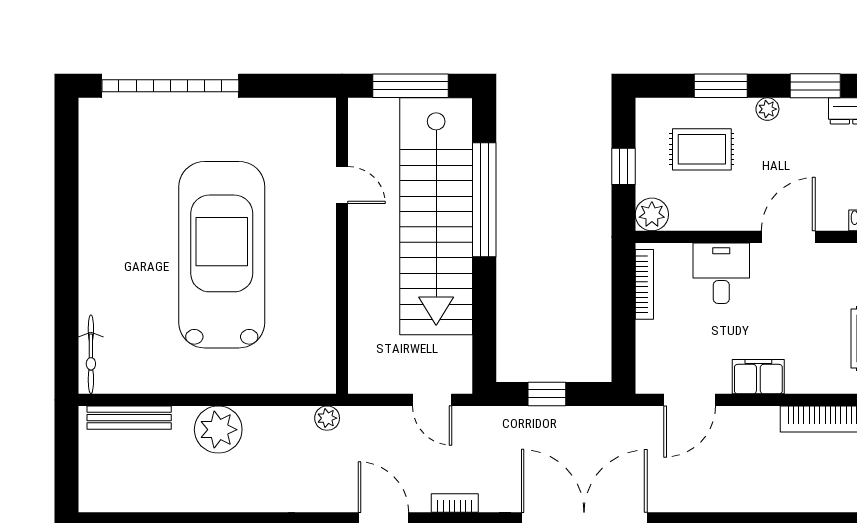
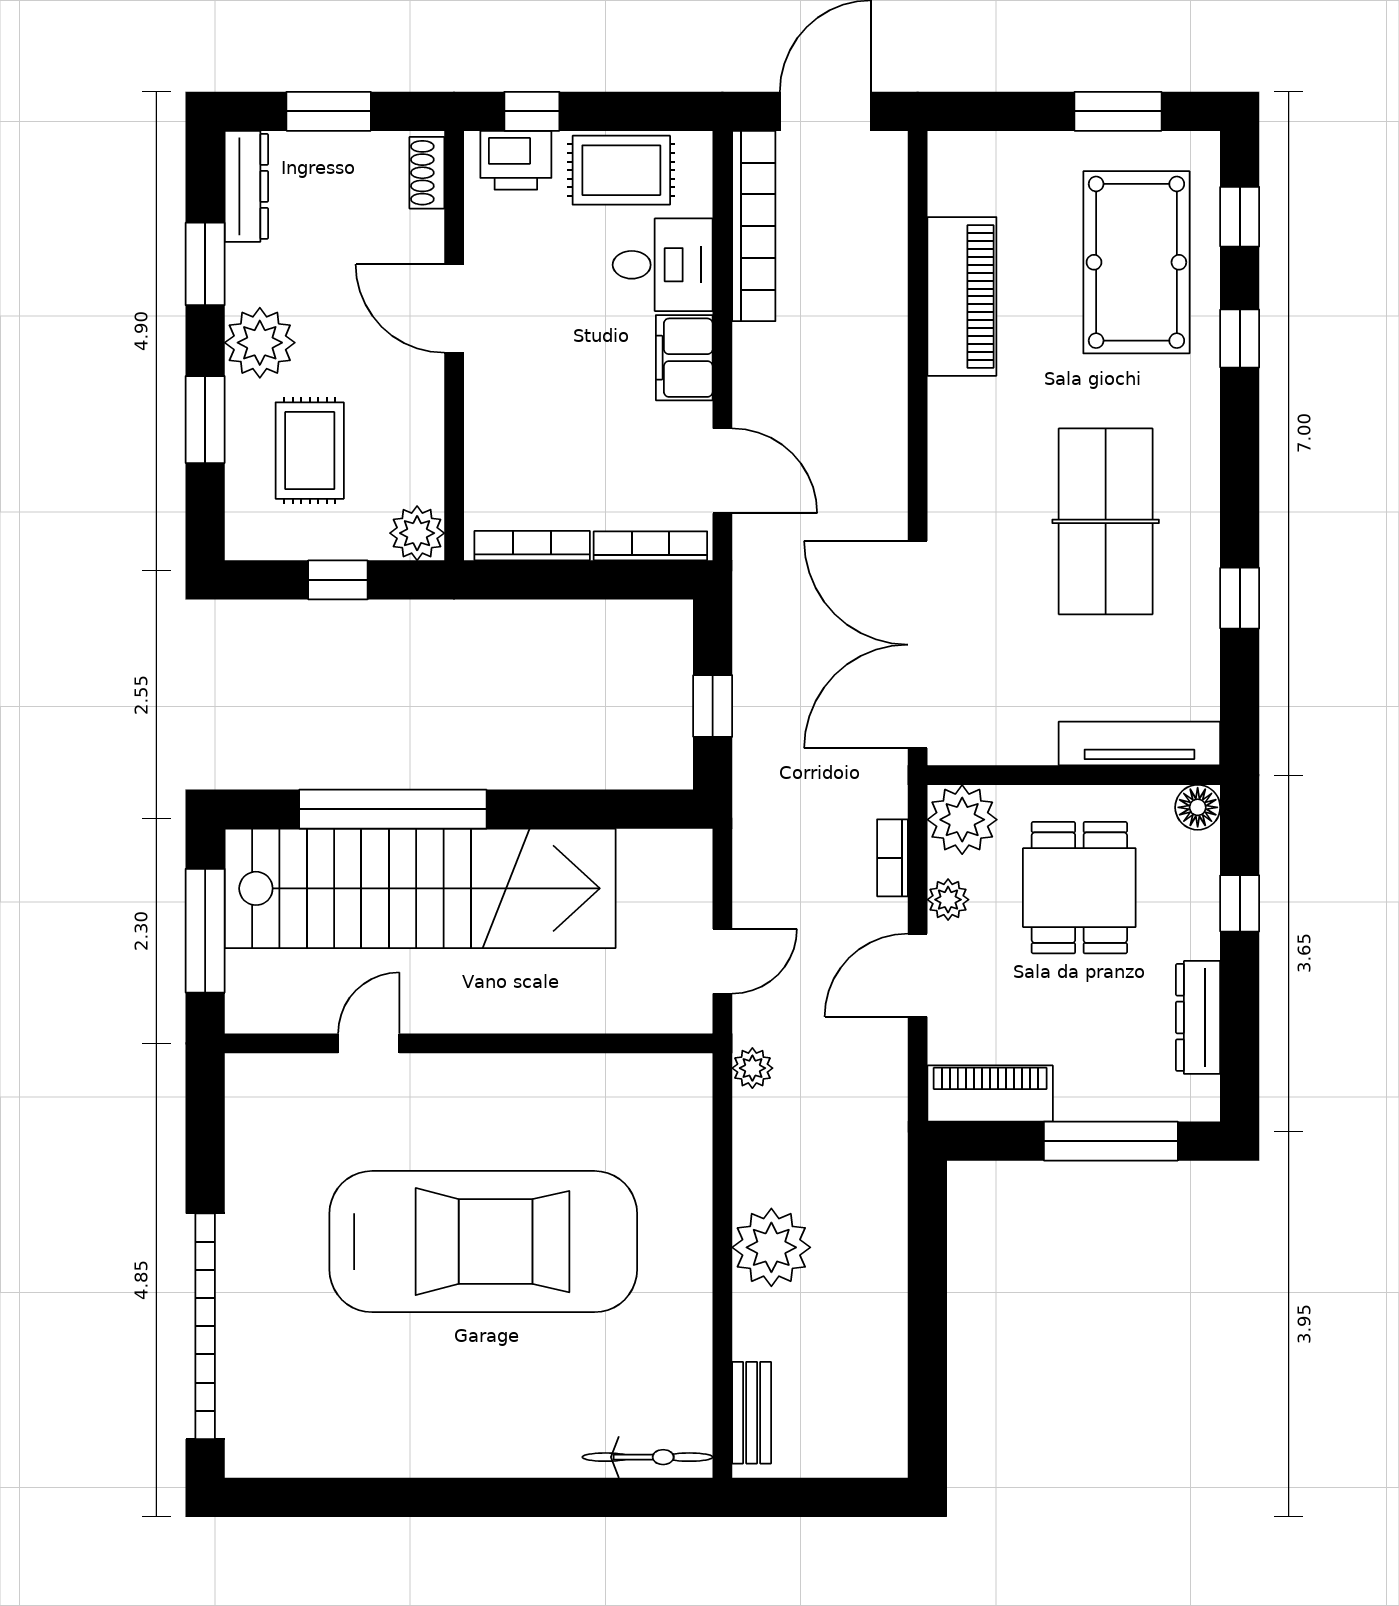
plant: (767, 109) -> (260, 343), width x1.88, depth x1.88
car: (222, 255) -> (483, 1242), turned 180
desk: (721, 273) -> (663, 265), moved, turned 180
bookcase: (644, 356) -> (650, 546), added
door: (432, 400) -> (722, 961), moved
bench: (129, 418) -> (752, 1413), width x0.73

